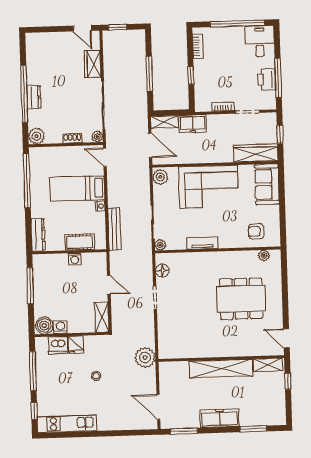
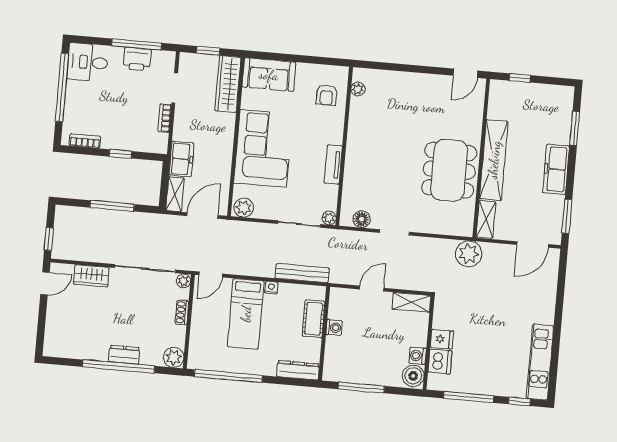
dining table: (241, 299) -> (449, 170), moved
shelving: (268, 365) -> (486, 219), moved
stool: (96, 376) -> (484, 318), removed

